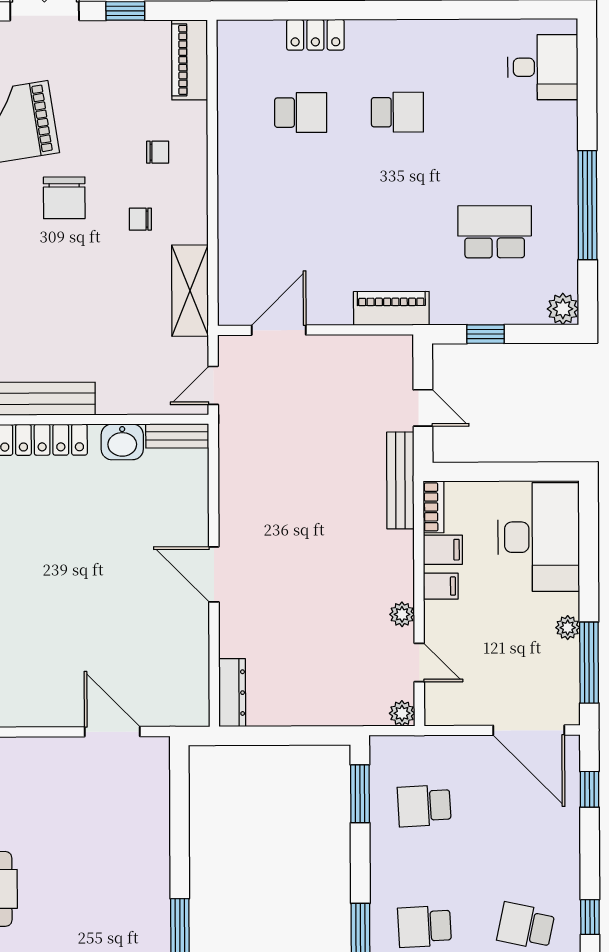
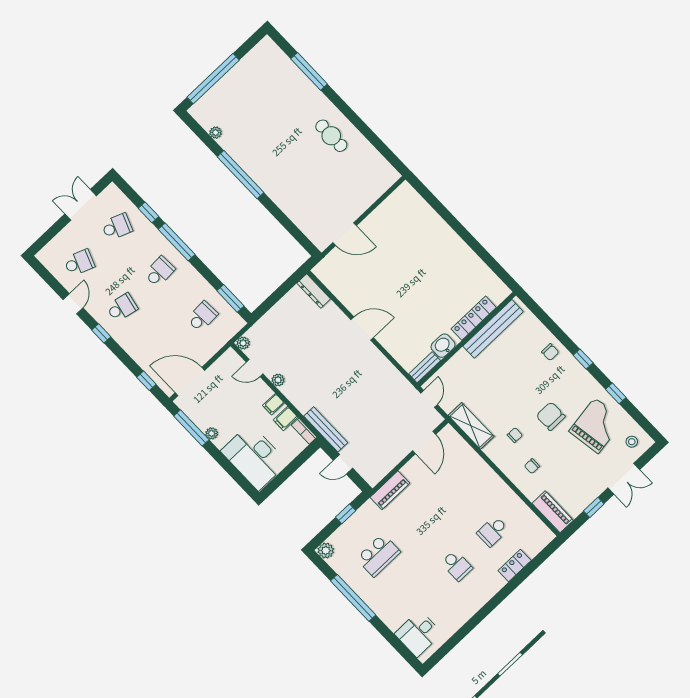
school desk: (397, 112) -> (457, 566), turned -90

